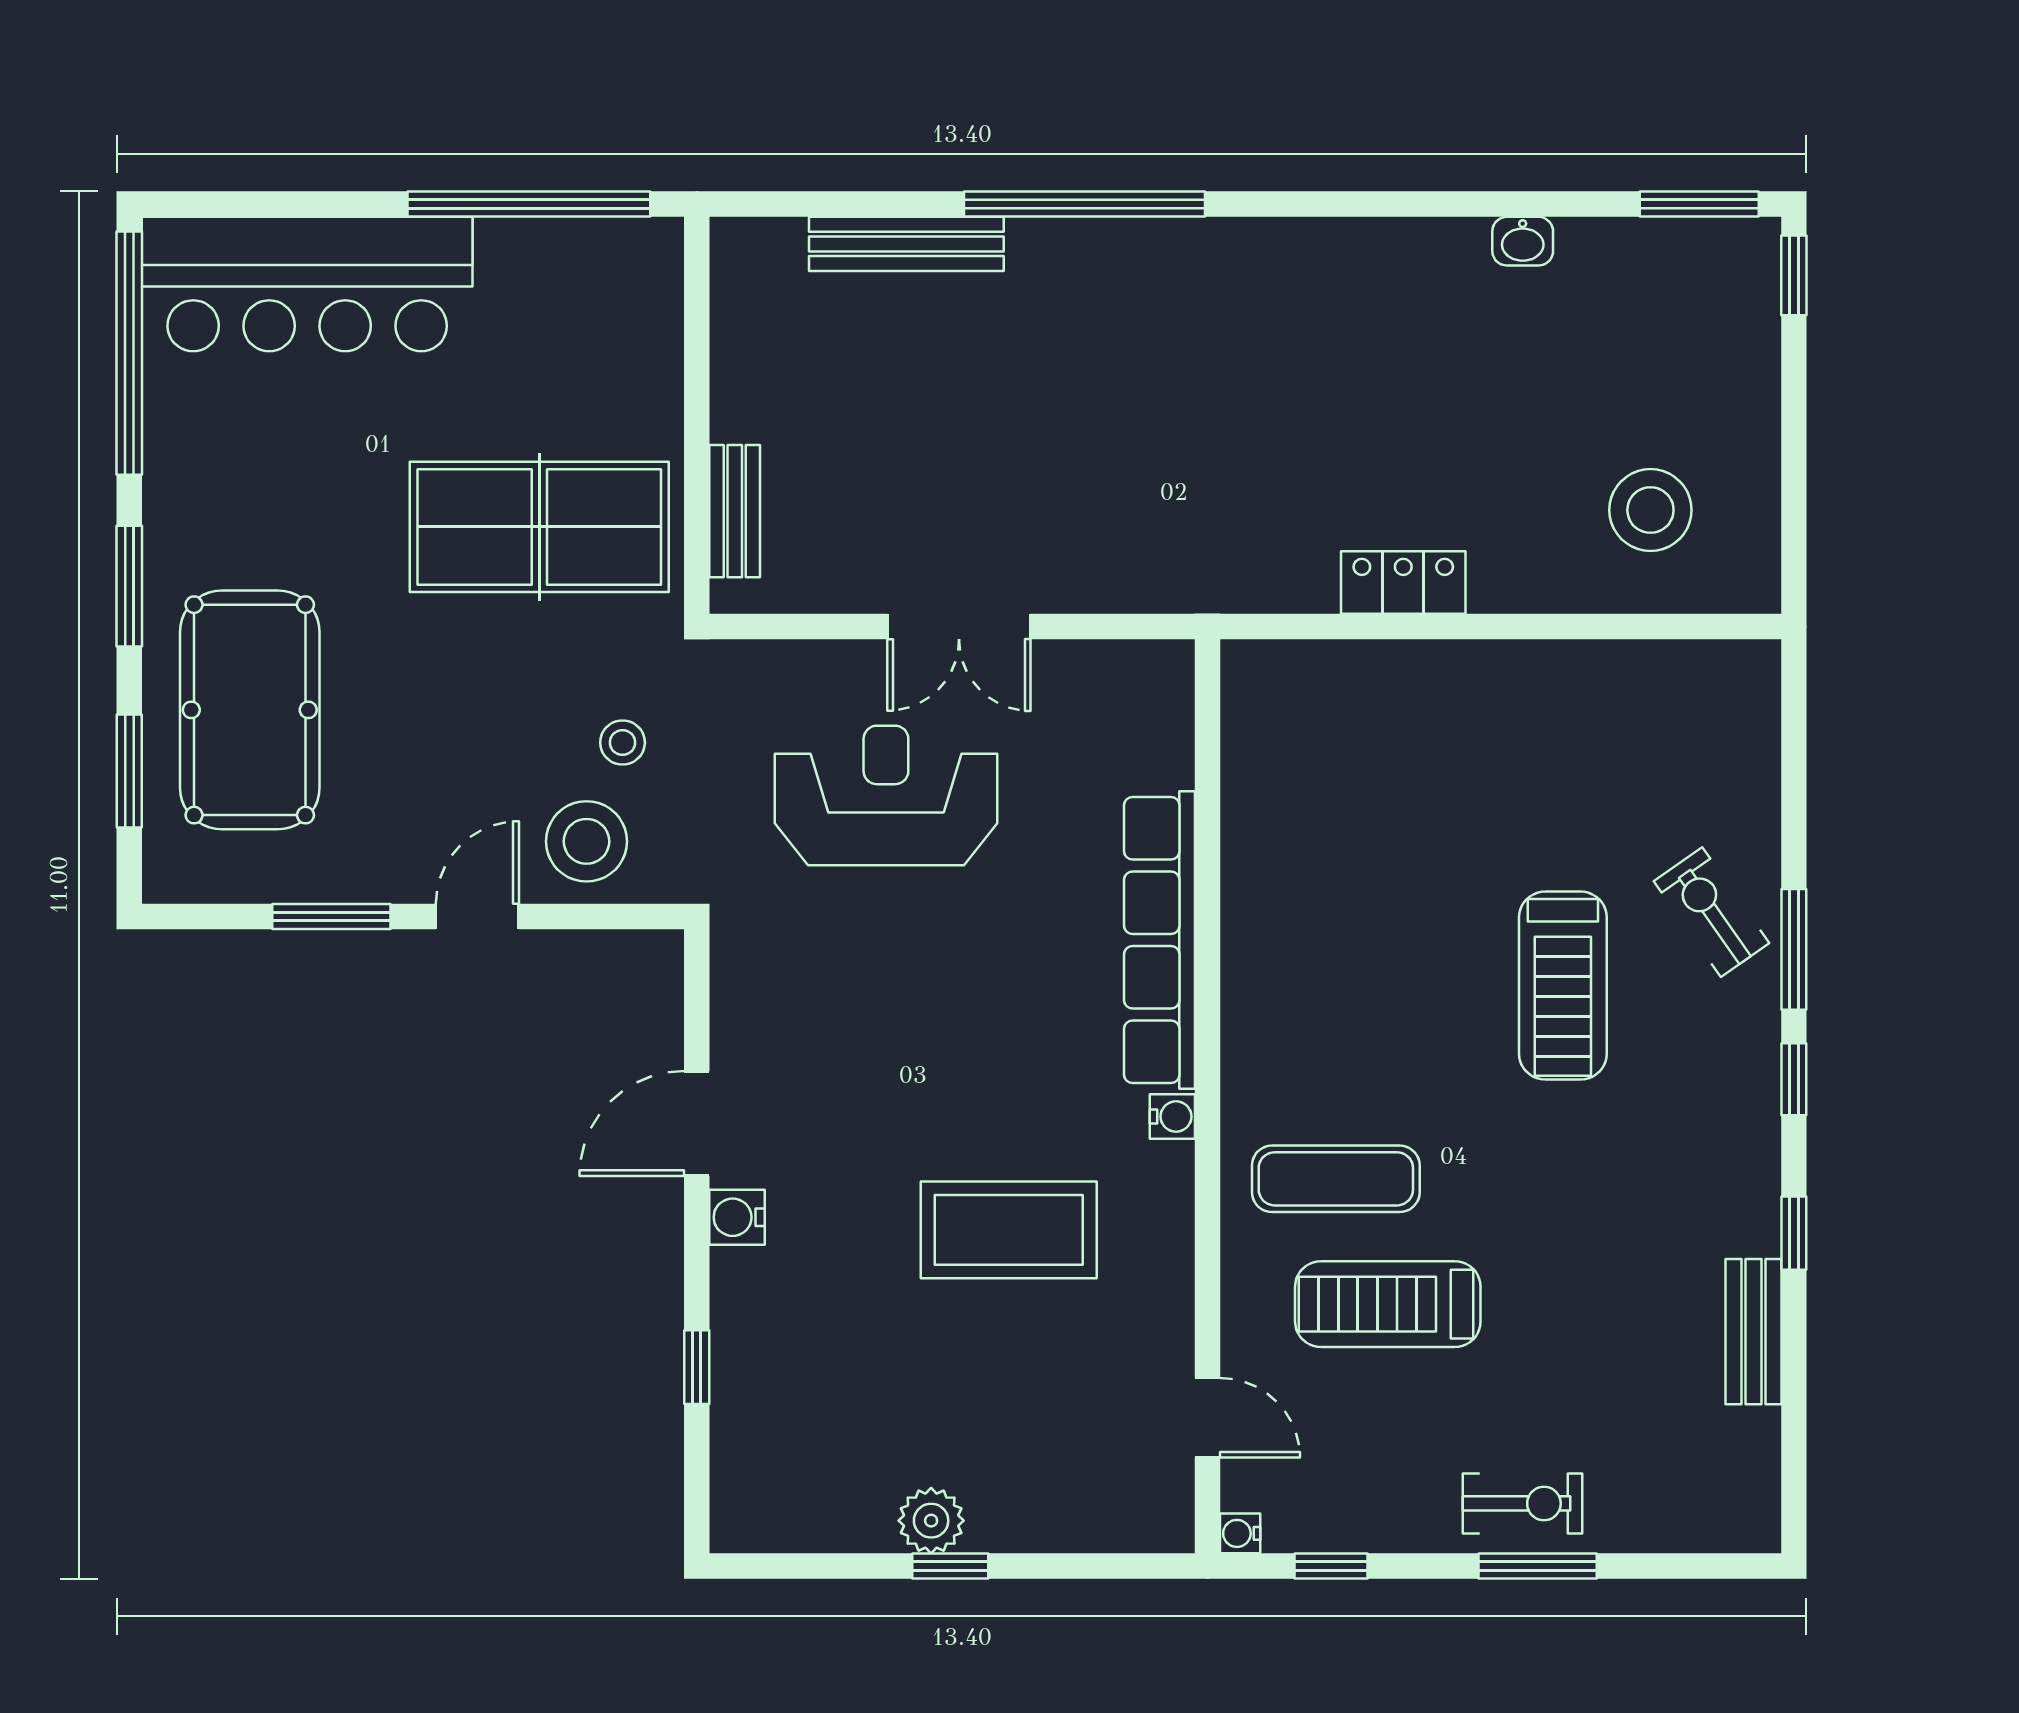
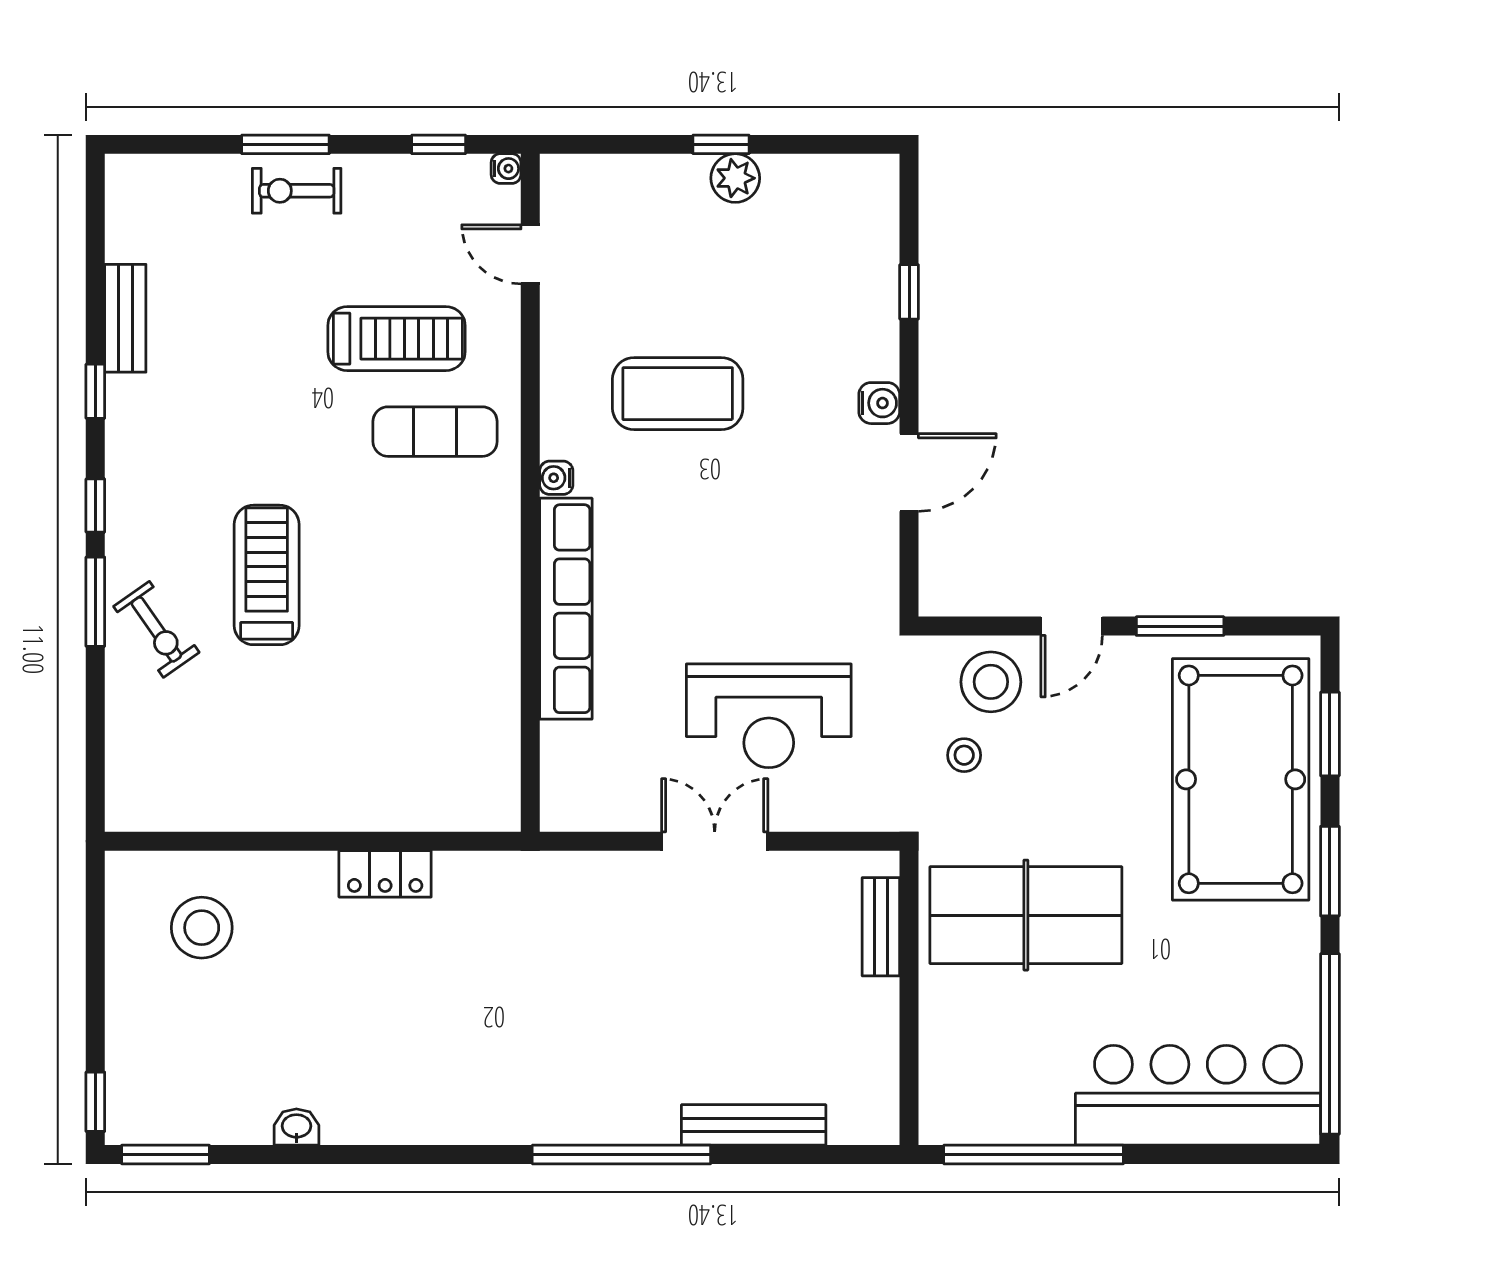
pool table: (250, 710) -> (1241, 779), width x1.36, depth x1.32

